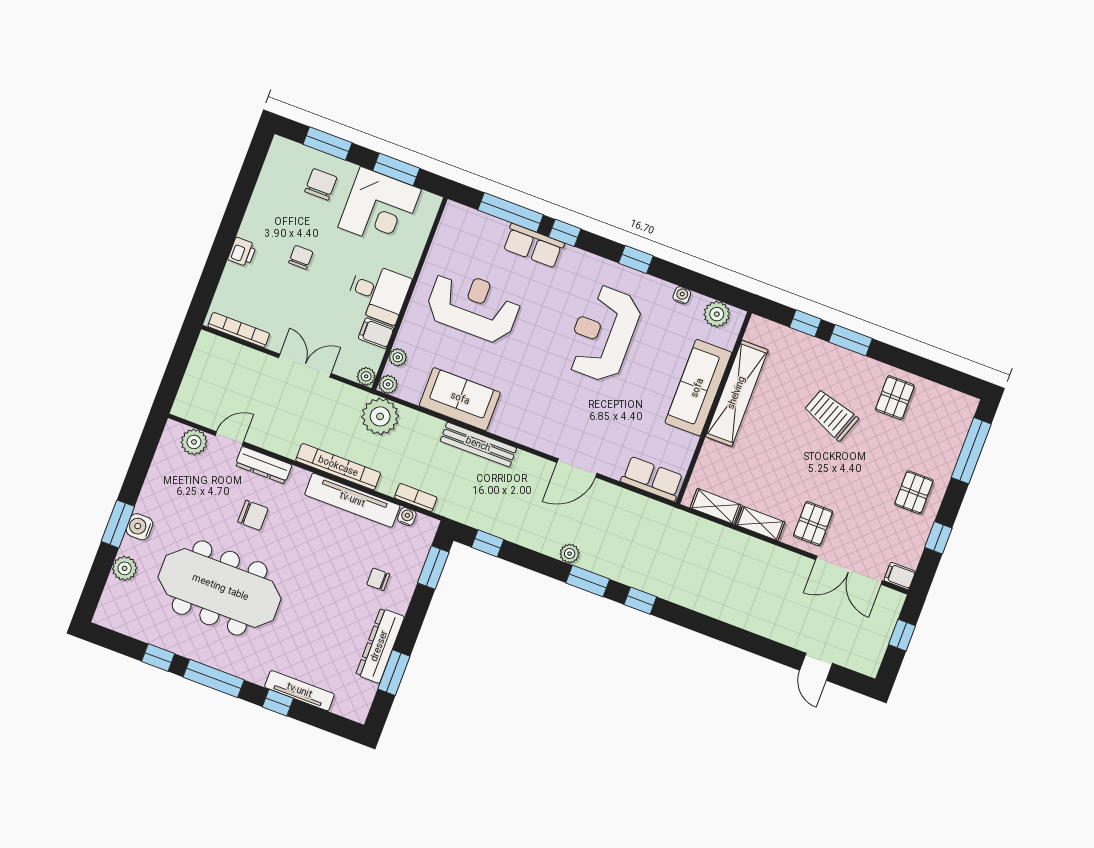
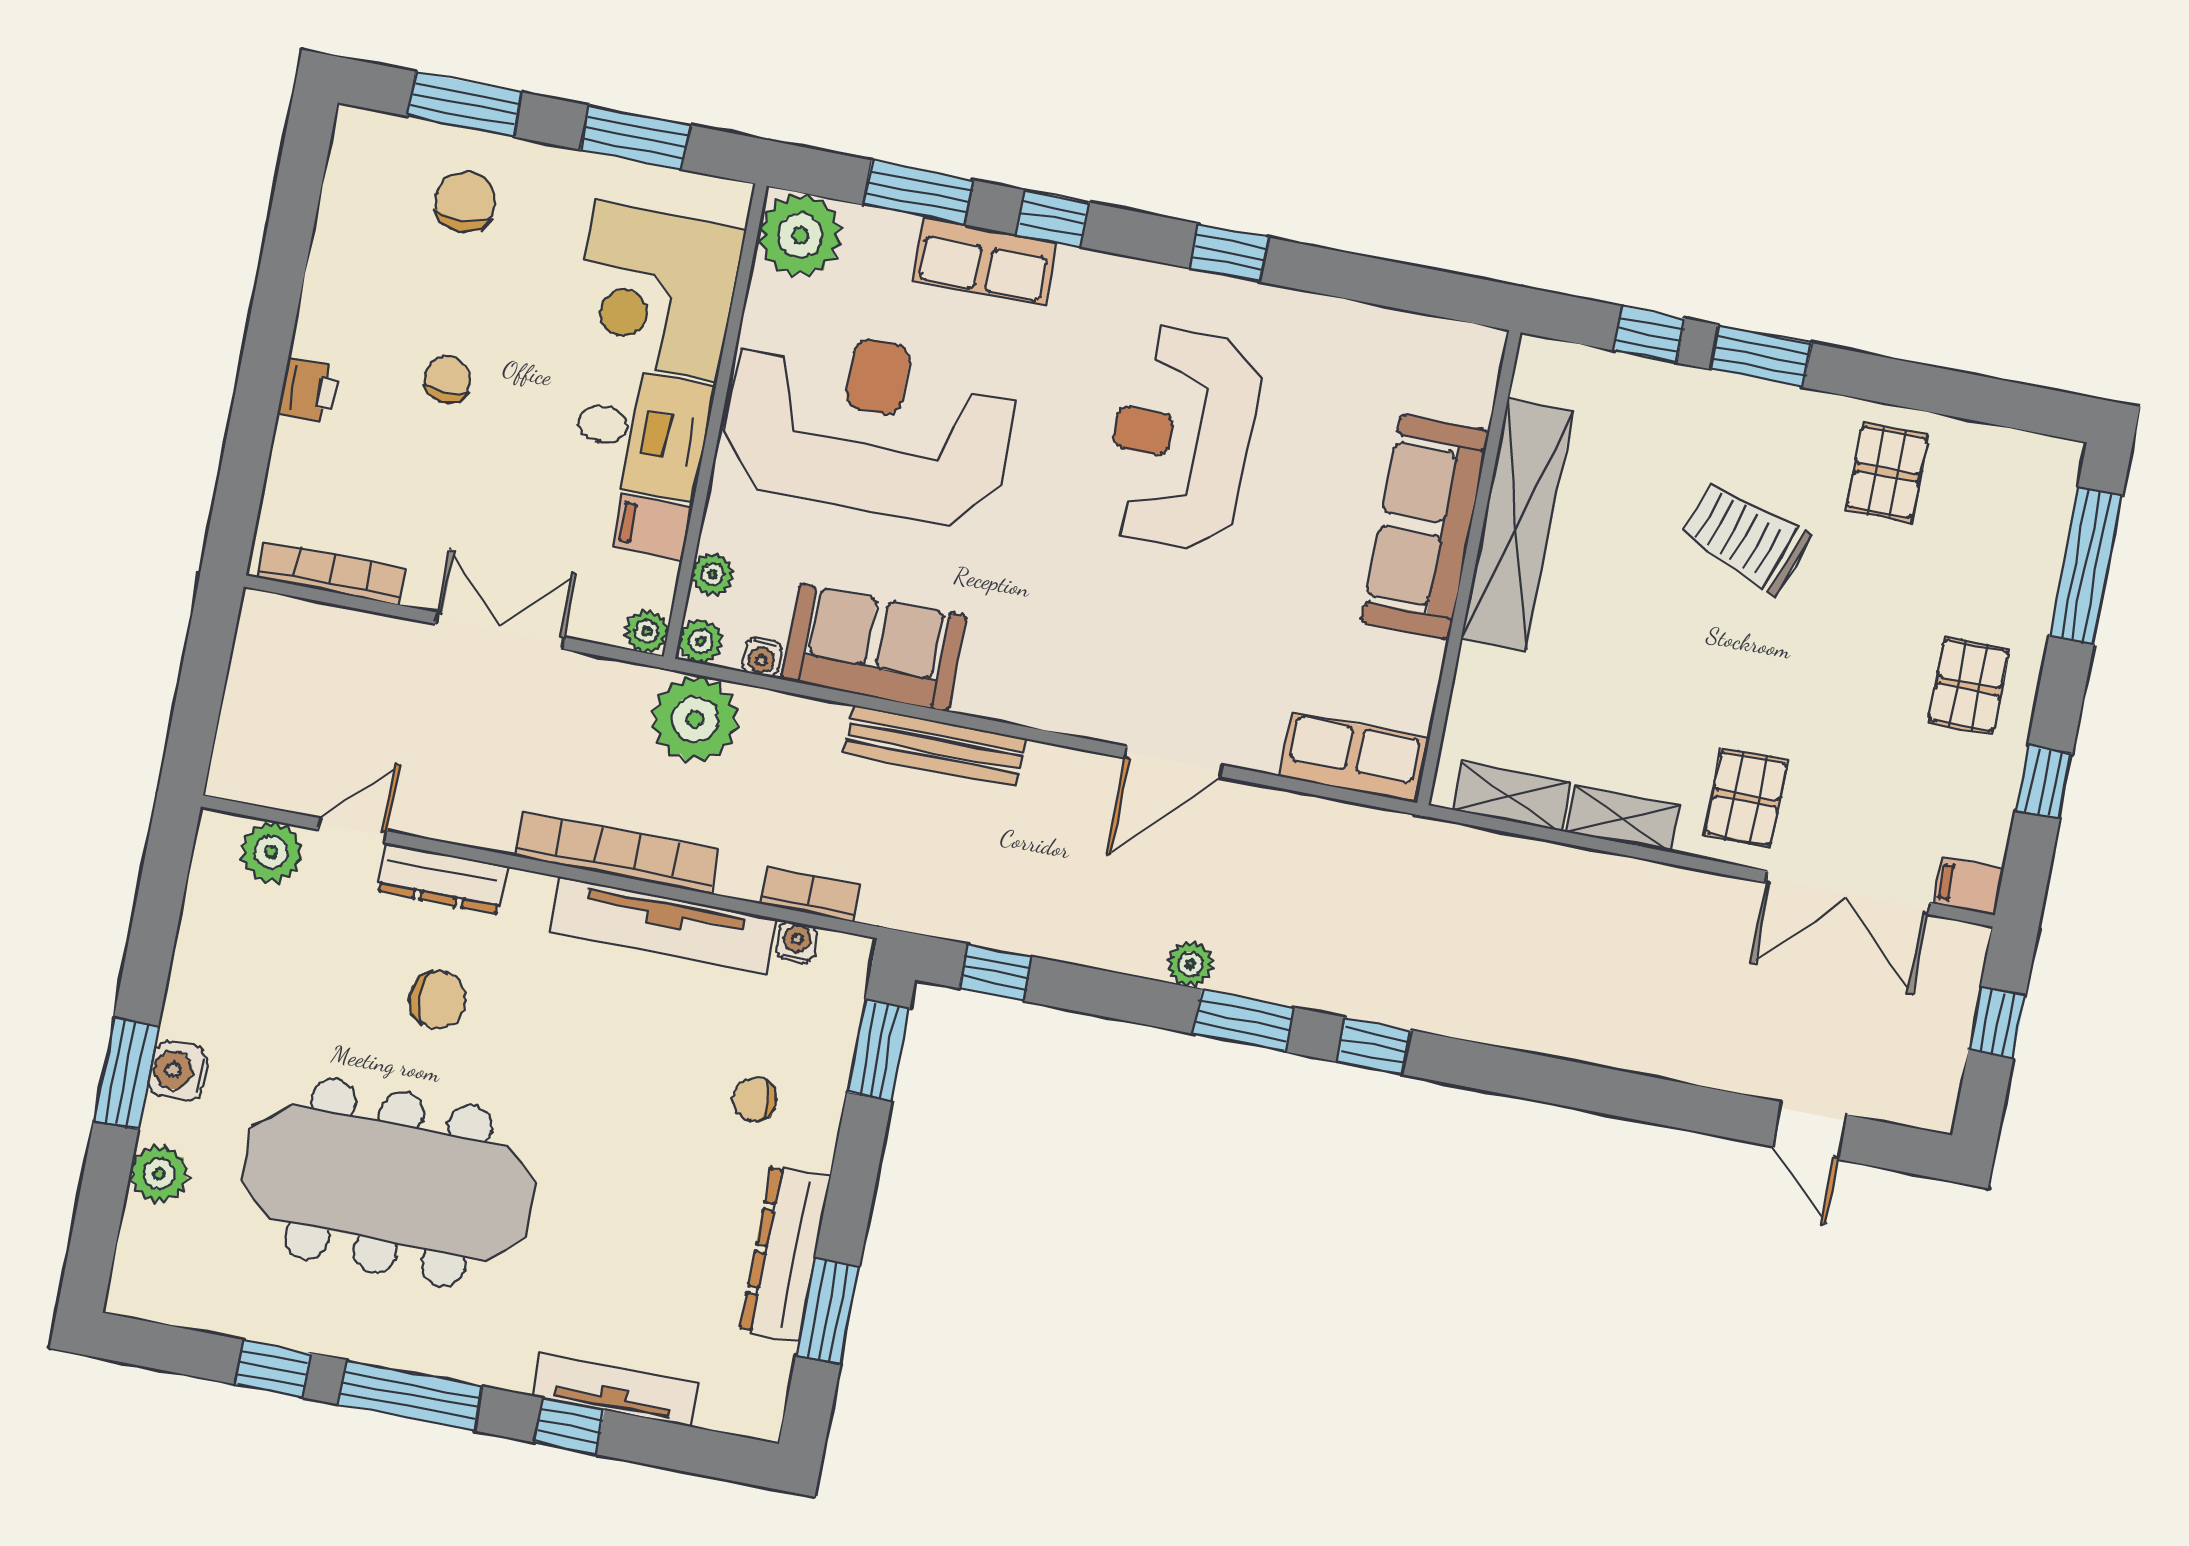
corner desk: (380, 208) -> (656, 291), moved, turned 90
window: (511, 212) -> (918, 192), width x0.69
water cooler: (682, 295) -> (762, 657), moved, turned 180
reception desk: (473, 306) -> (869, 425), width x1.36, depth x1.30
plant: (717, 314) -> (800, 235), moved, width x1.36, depth x1.36

